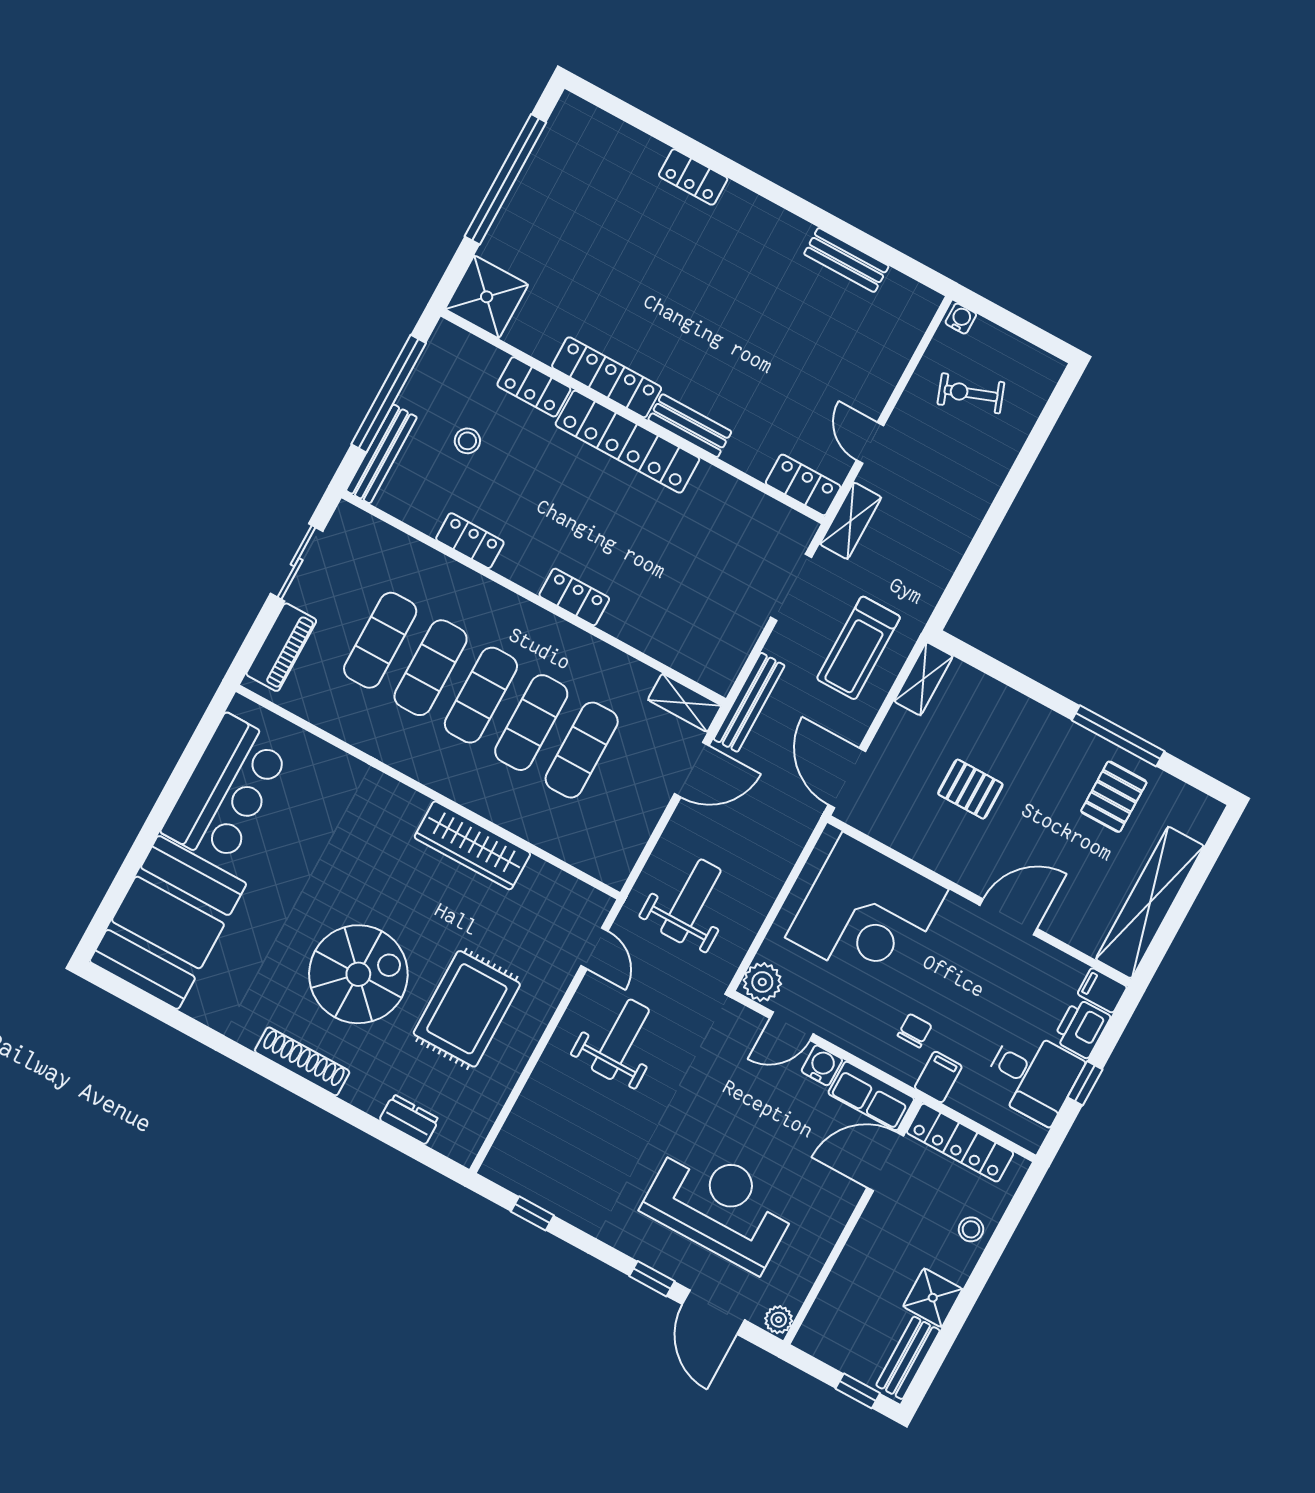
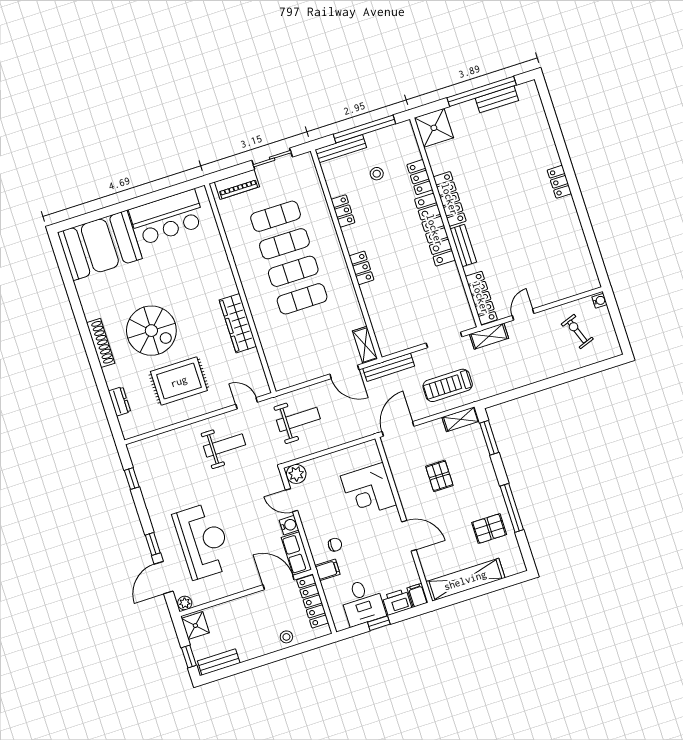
locker: (693, 177) -> (559, 182), moved
bench: (846, 260) -> (497, 99), moved, turned 90
locker: (803, 485) -> (481, 298), width x1.53
window: (990, 666) -> (489, 438), added
exercise mat: (582, 750) -> (311, 326), removed
corner desk: (867, 913) -> (368, 490), width x0.74, depth x0.74
door: (594, 948) -> (247, 403), swing flipped
shower: (933, 1298) -> (195, 626), moved

